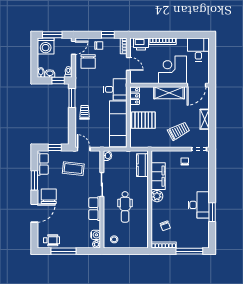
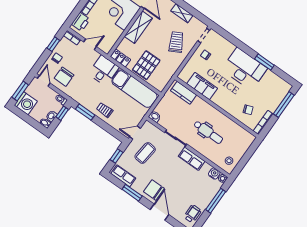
chair: (88, 62) -> (64, 77), turned 90
plant: (157, 196) -> (218, 99), removed
desk: (199, 205) -> (244, 69), width x1.36, depth x1.30
window: (63, 251) -> (216, 201), moved

